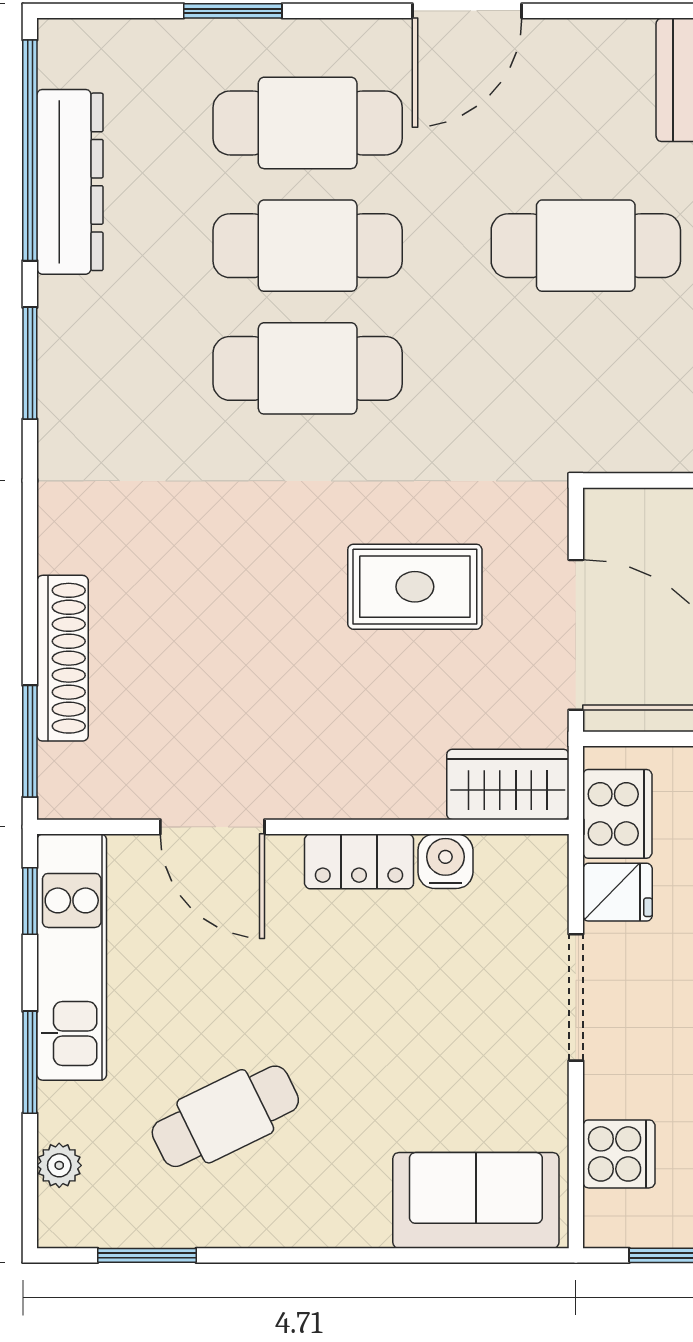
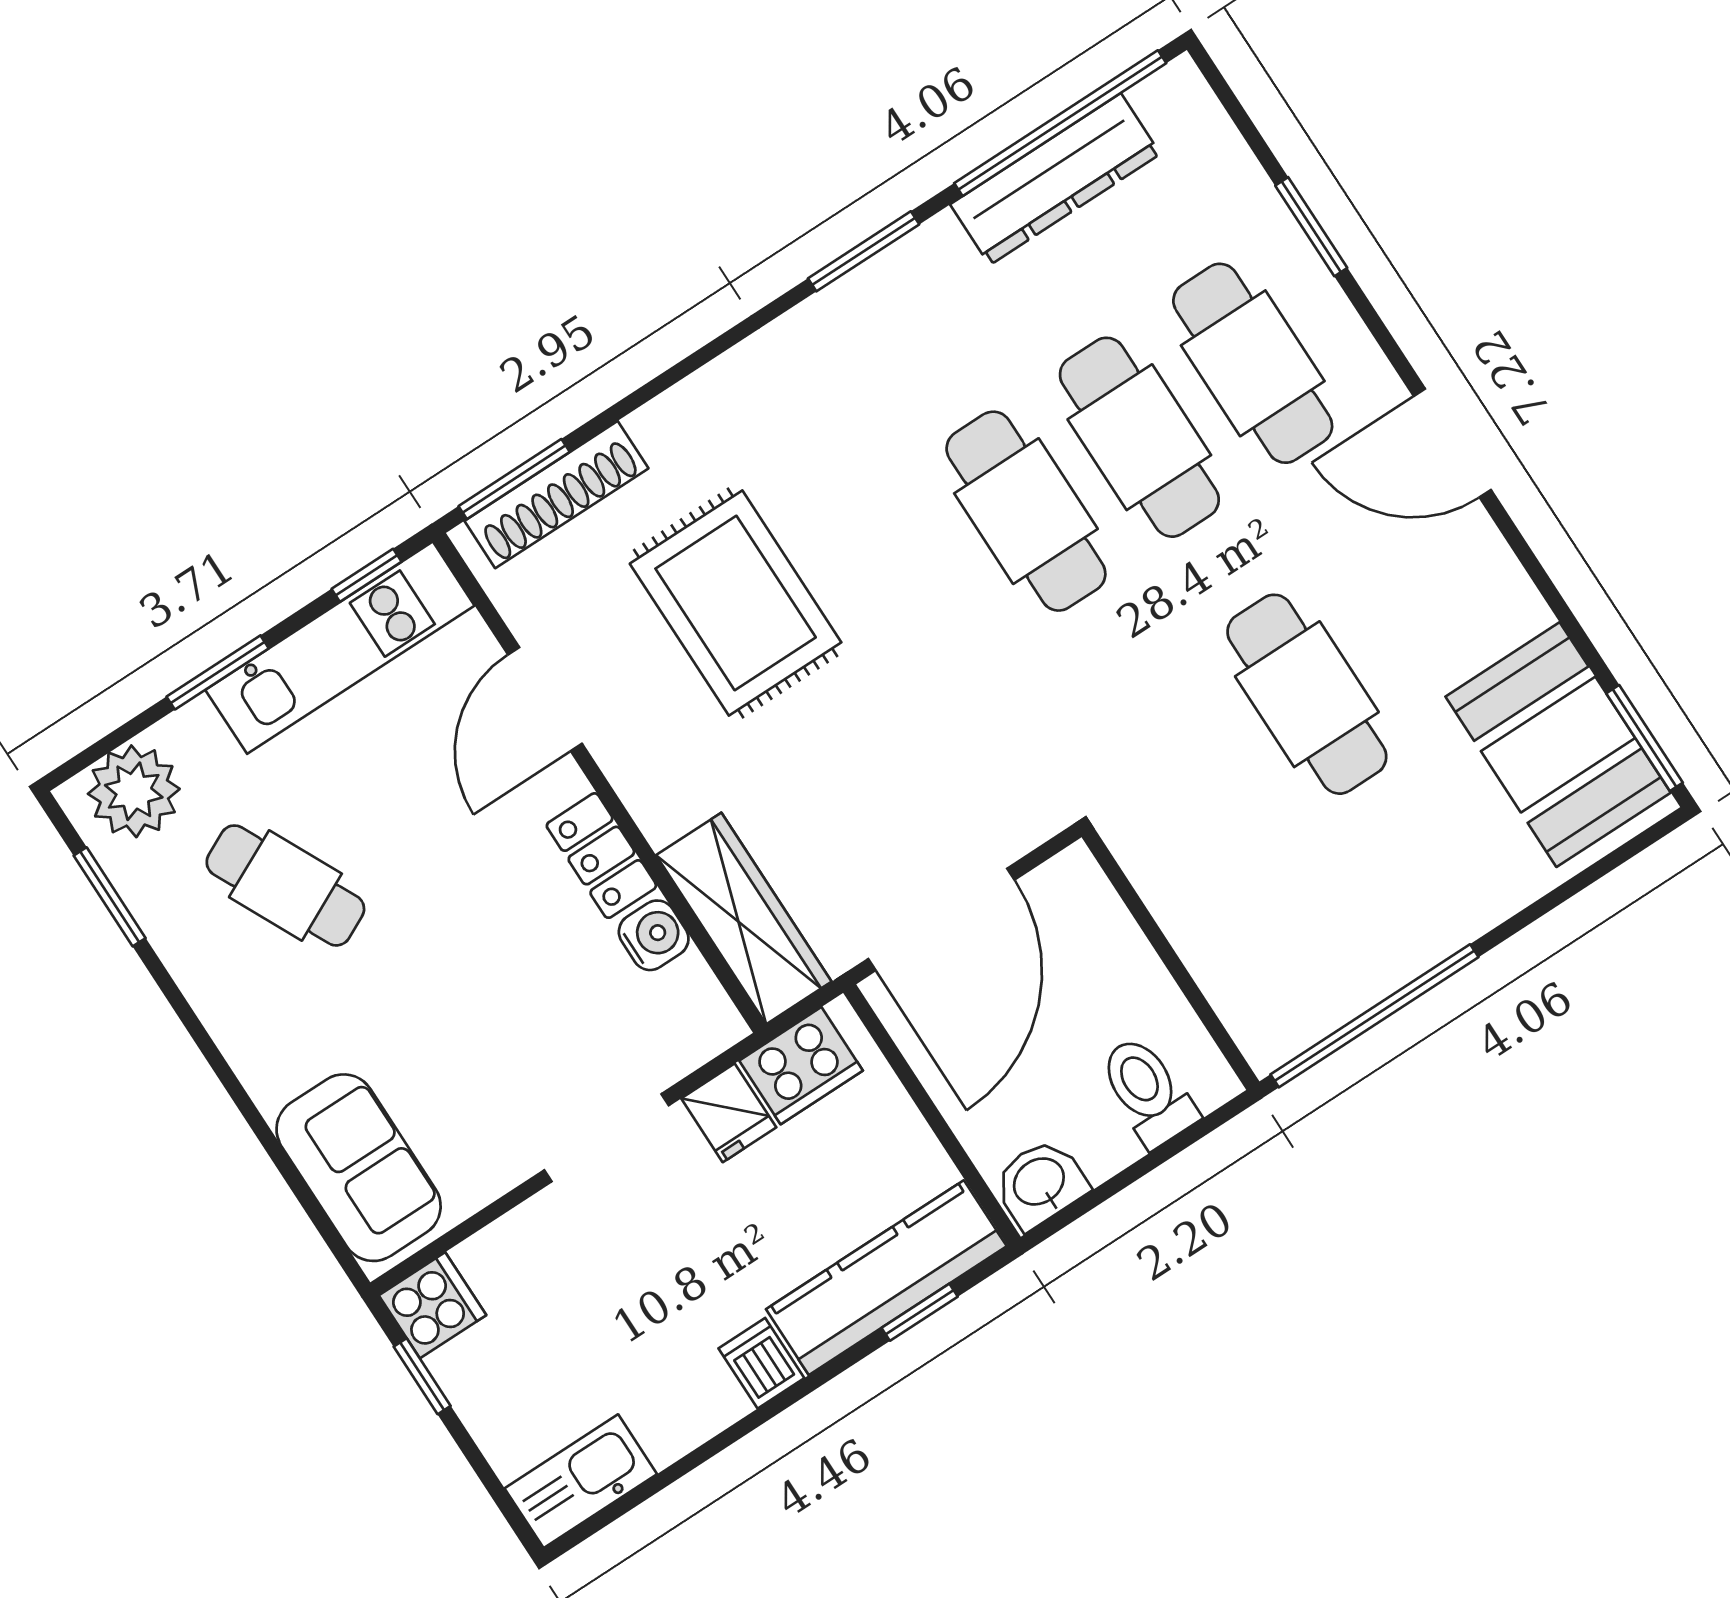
rug: (415, 587) -> (736, 603), moved, width x1.36, depth x1.43
shoe rack: (63, 658) -> (556, 495), moved
wardrobe: (508, 784) -> (744, 918), width x1.50
cooker: (619, 1154) -> (433, 1305), moved, turned -90
plant: (59, 1165) -> (134, 791), width x1.87, depth x1.87

